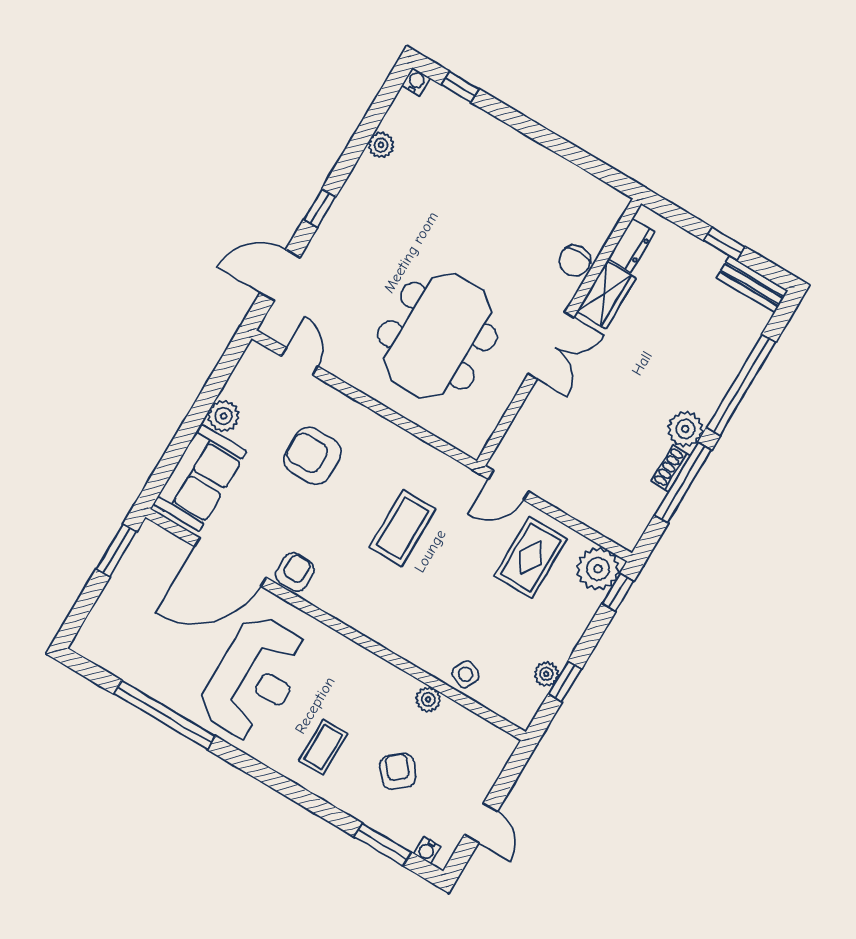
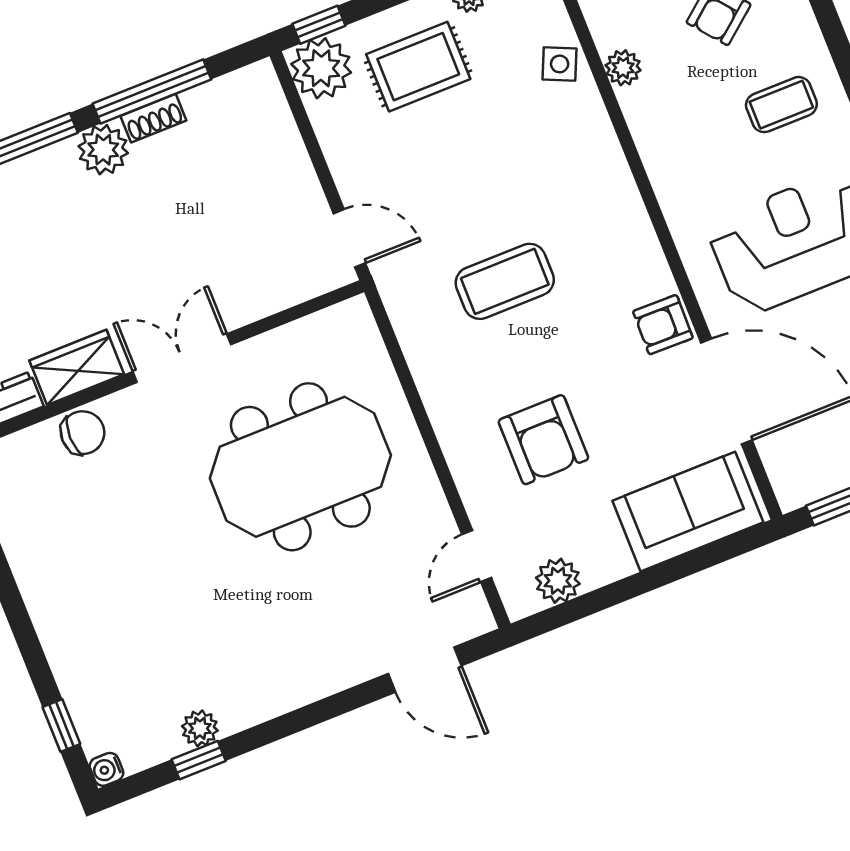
window: (320, 208) -> (199, 760), moved
plant: (224, 416) -> (558, 581), moved
rug: (531, 557) -> (418, 67), moved

